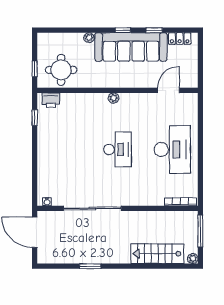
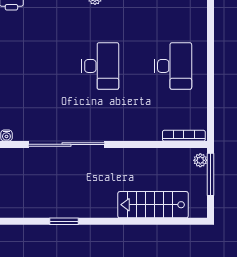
desk: (172, 149) -> (173, 66), width x0.73, depth x0.77
plant: (193, 259) -> (200, 160), moved

